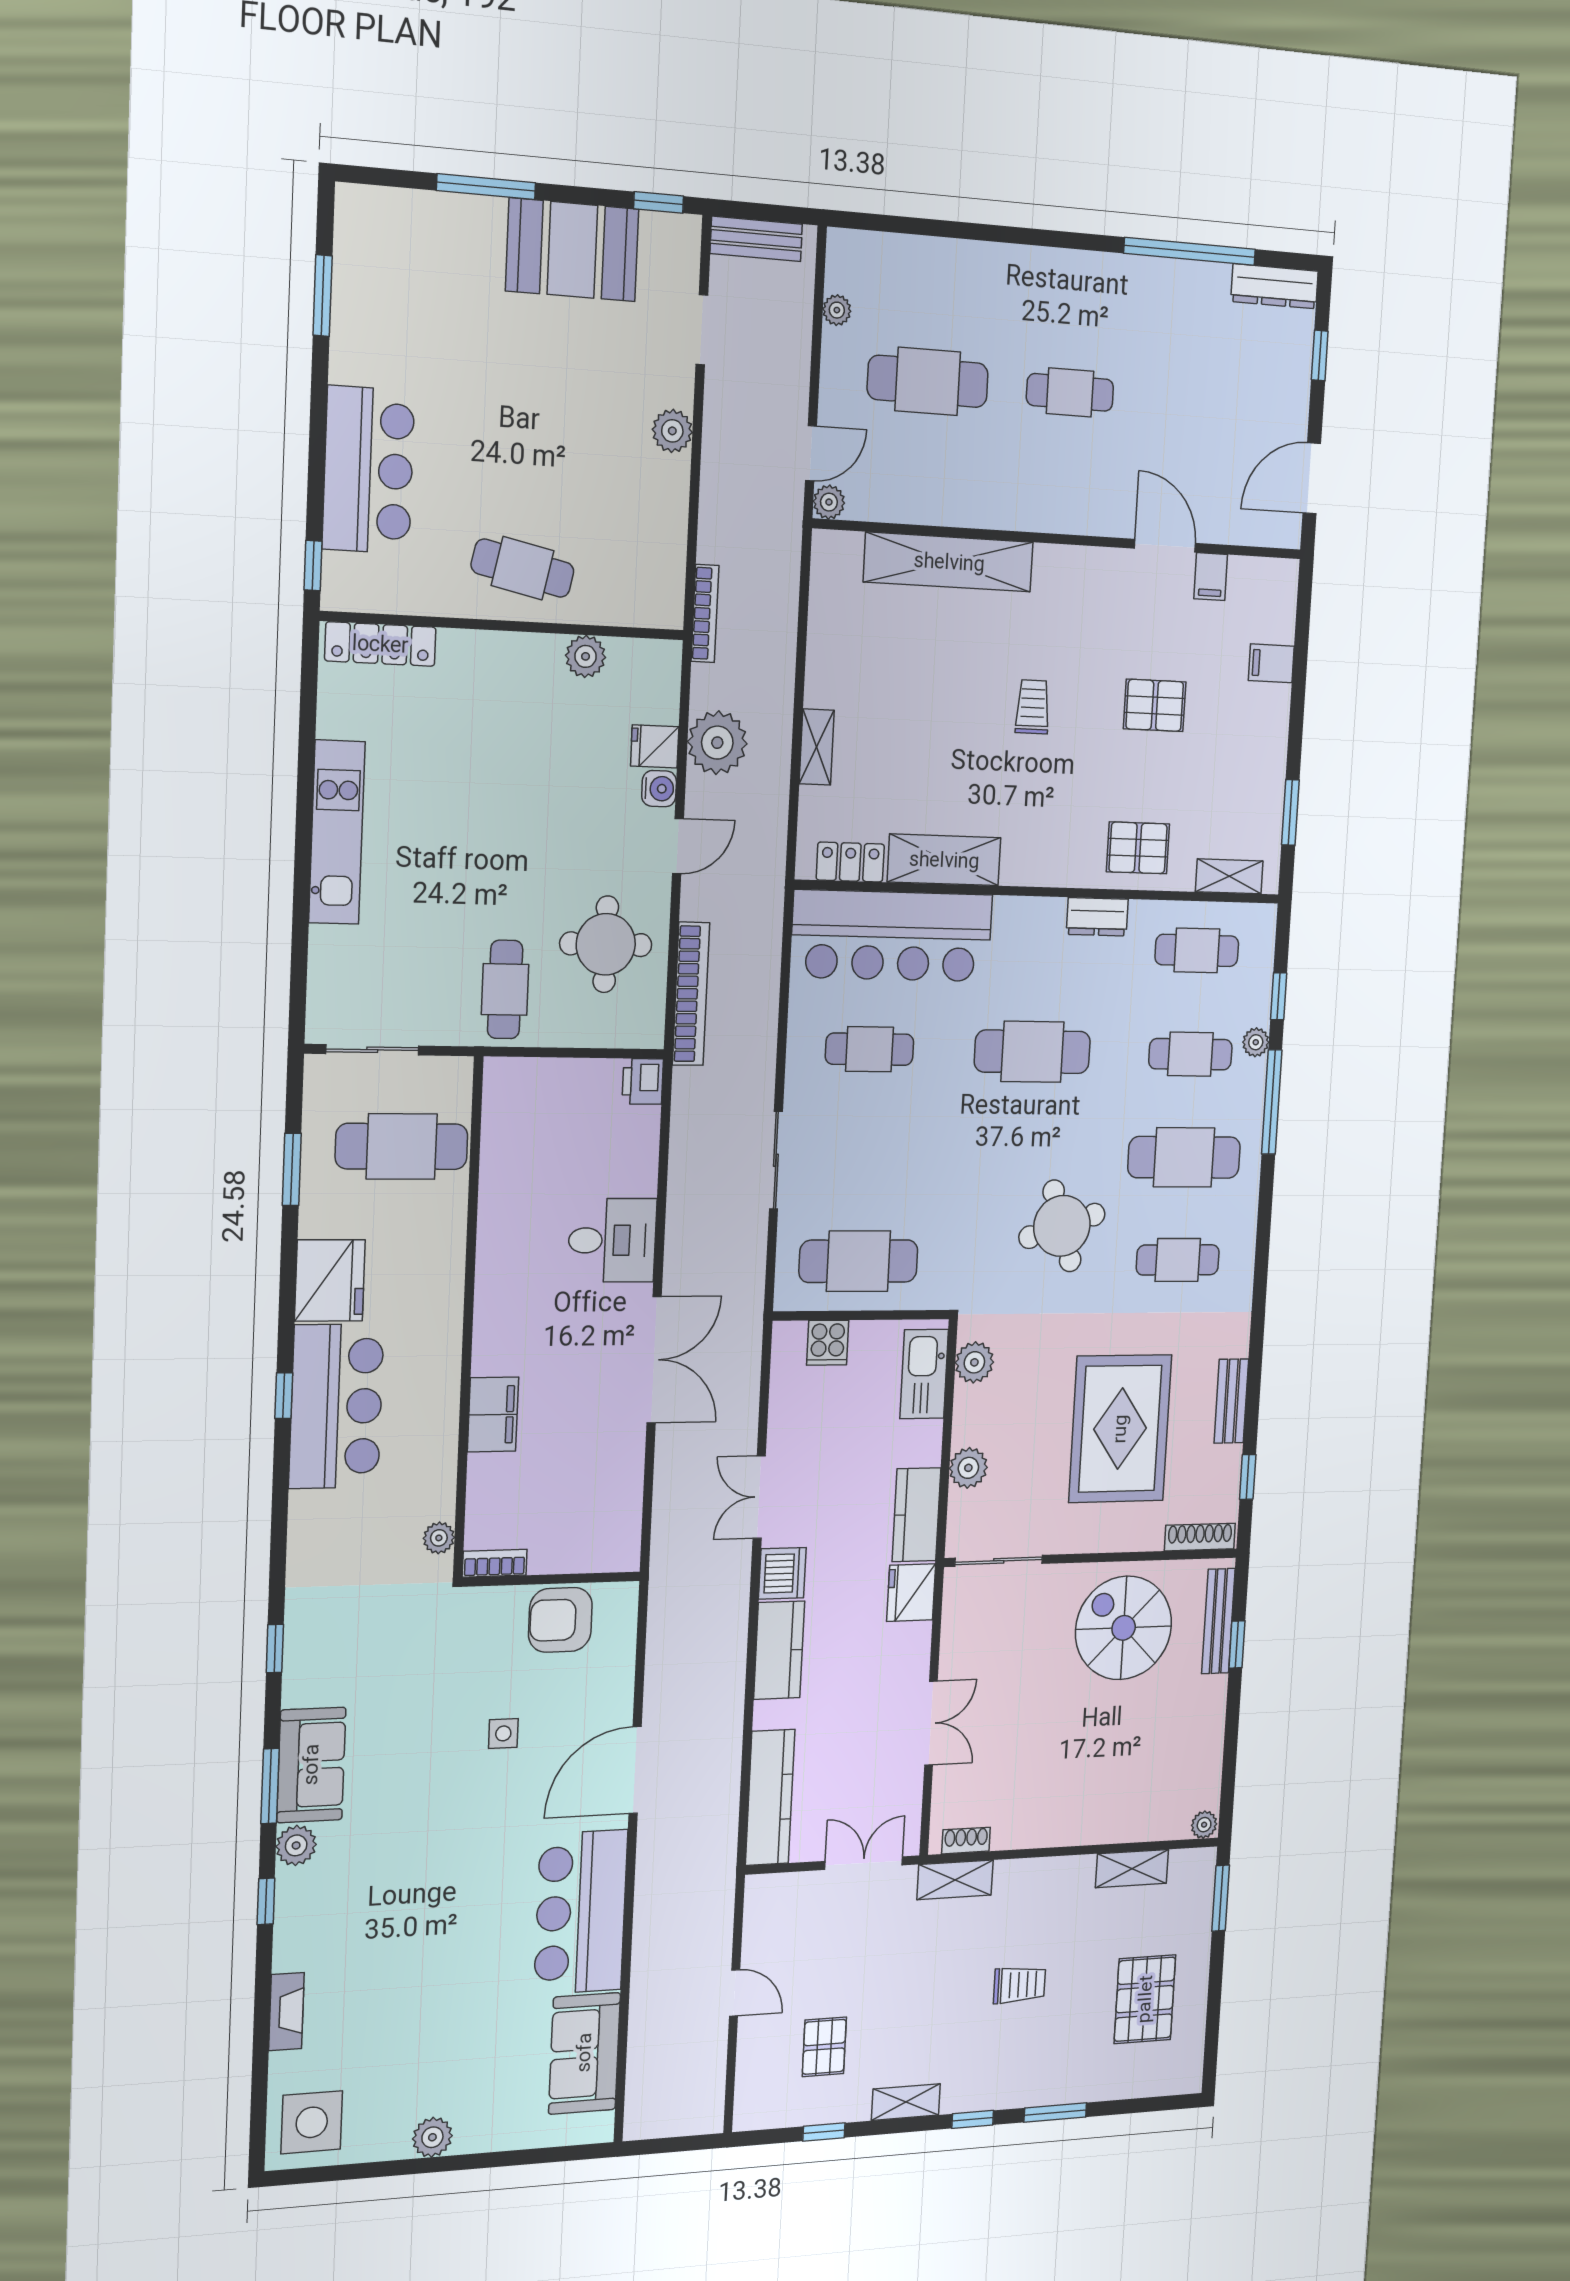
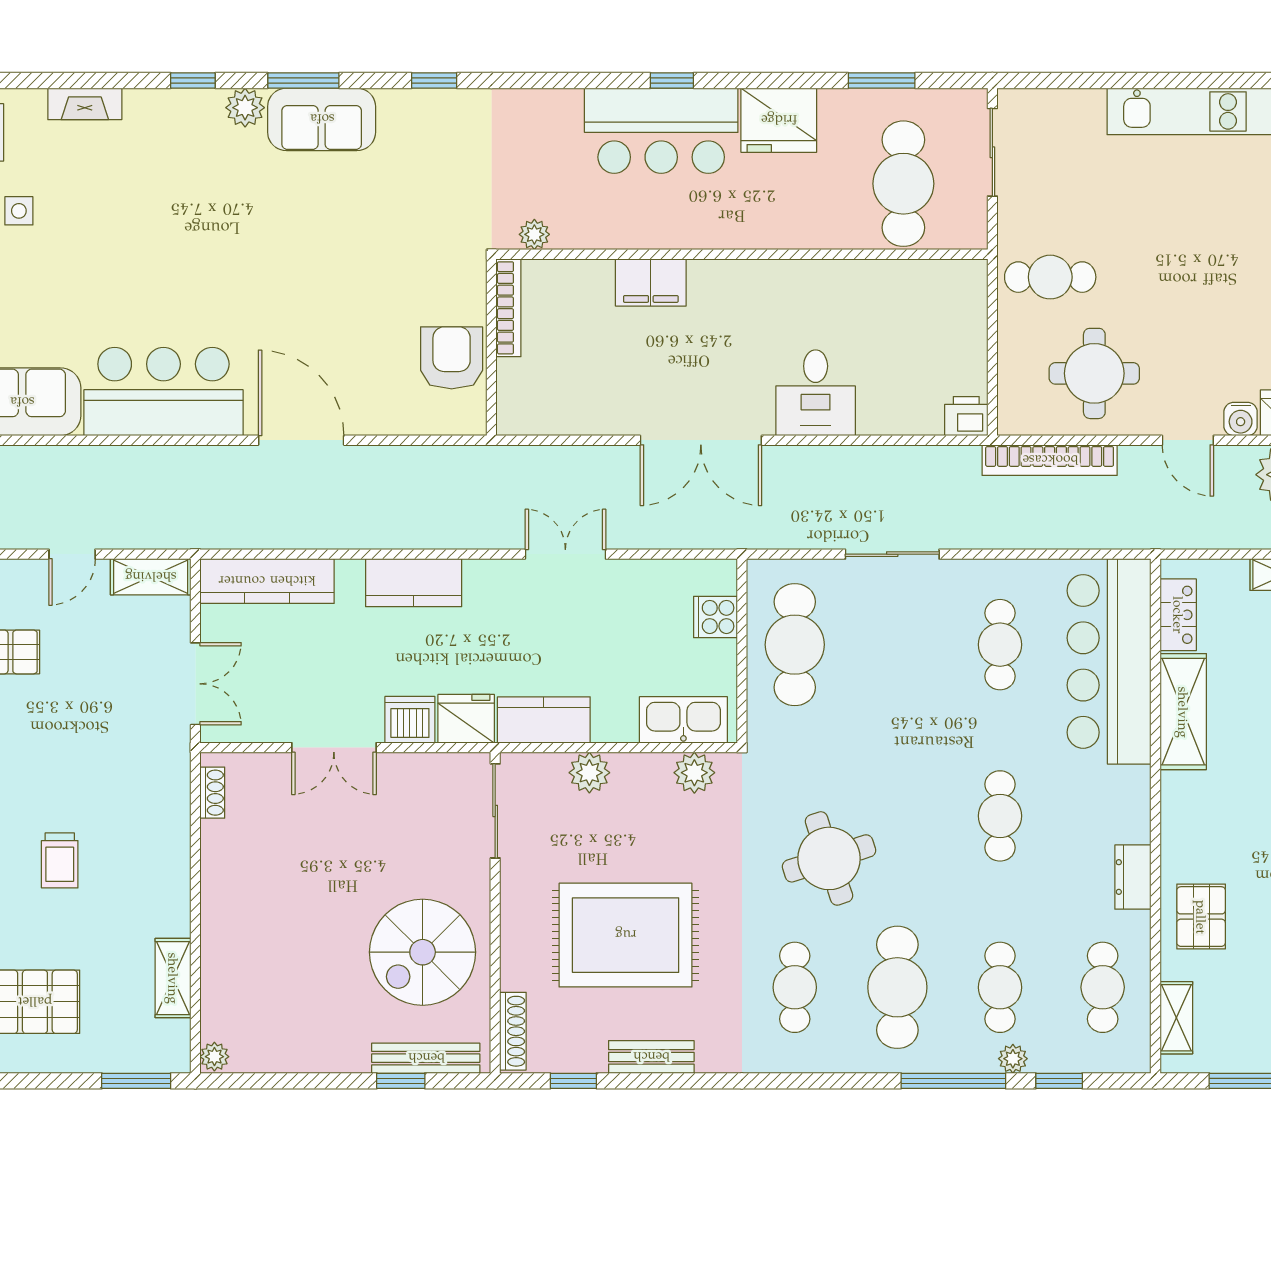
cafe table: (1032, 1052) -> (1000, 816), width x0.73, depth x0.74
bookcase: (495, 1563) -> (508, 308), width x1.56
dishwasher: (782, 1573) -> (410, 720), moved, turned 180
spiral stairs: (1124, 1628) -> (423, 952), turned 180
side table: (503, 1733) -> (19, 211), moved
shelving: (955, 1880) -> (151, 577), moved, turned 90

